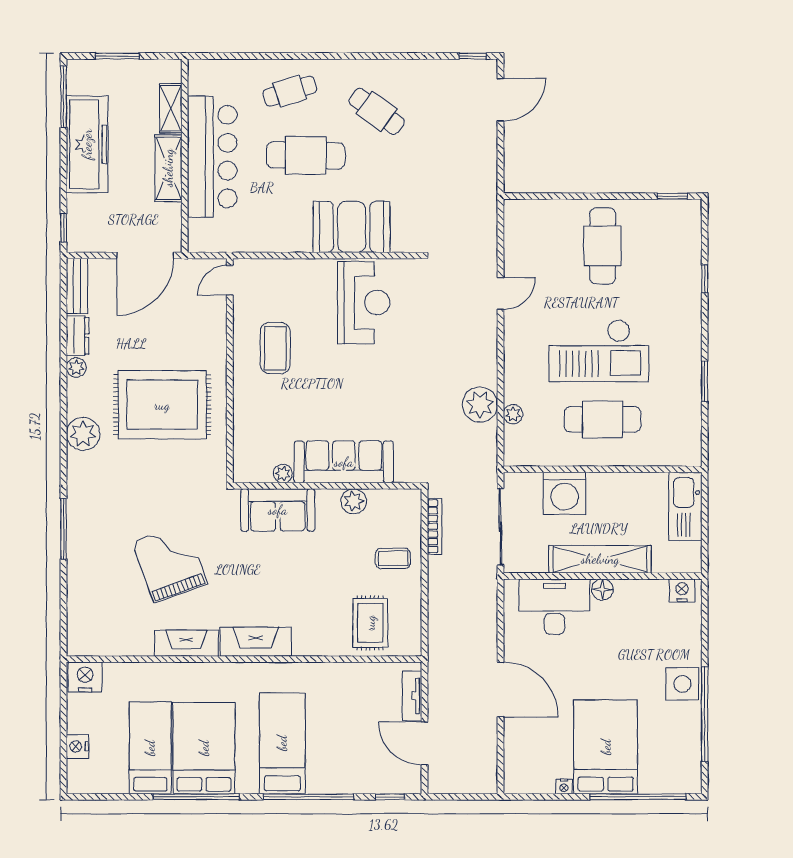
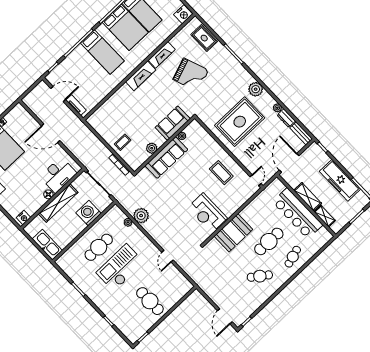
rug: (370, 623) -> (204, 38), moved

